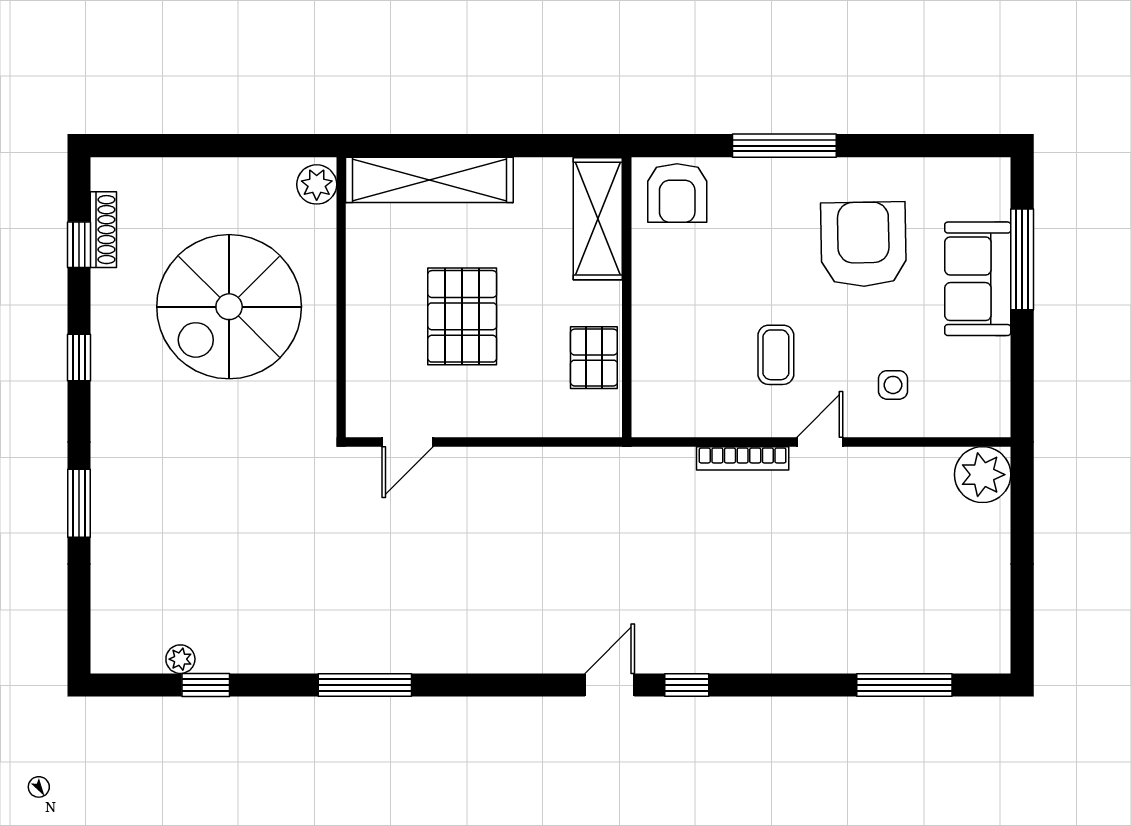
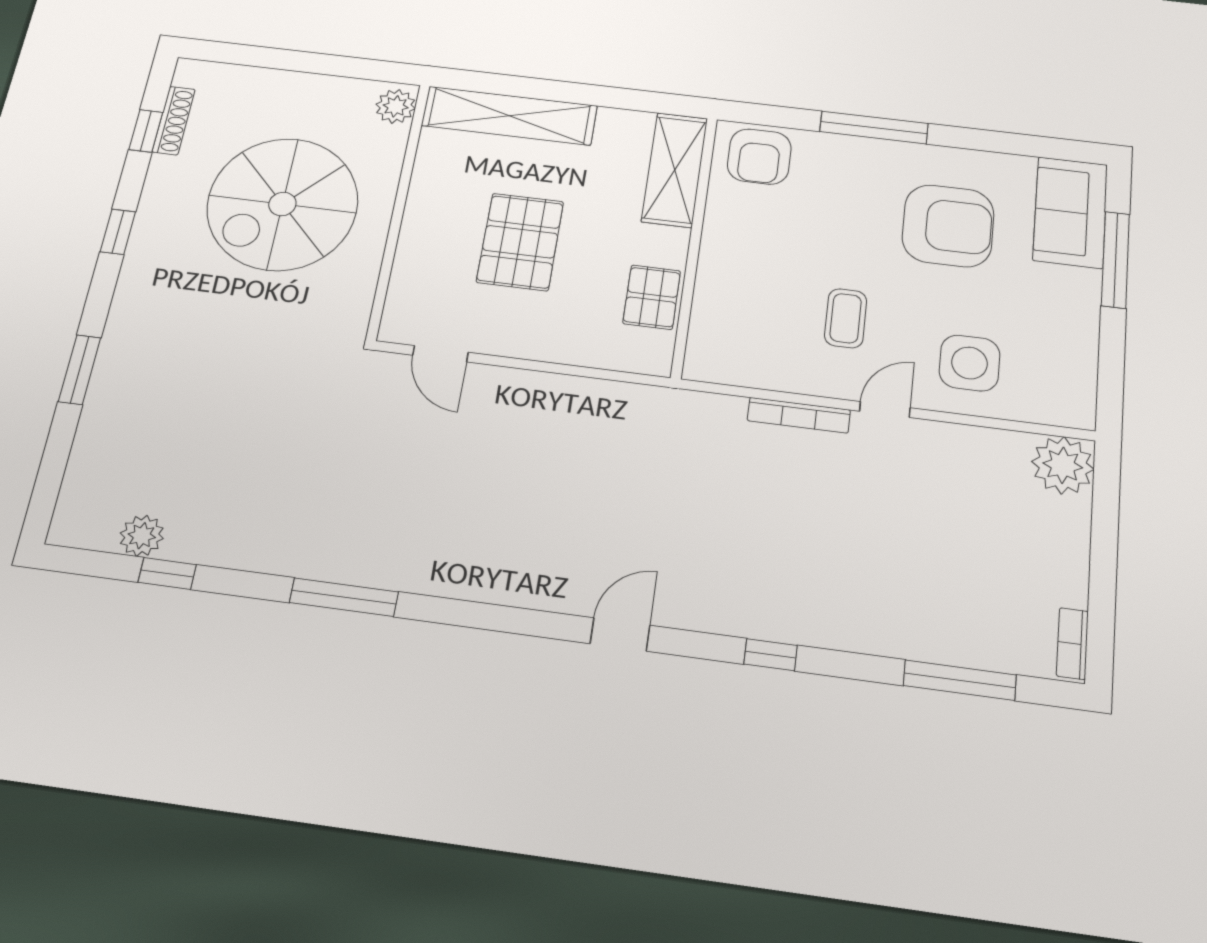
armchair: (863, 244) -> (948, 226), turned 91
sofa: (978, 279) -> (1070, 212), moved
side table: (893, 385) -> (969, 363), width x1.87, depth x1.87
door: (408, 442) -> (440, 354), hinge flipped
bookcase: (998, 639) -> (1072, 644), added
plant: (180, 659) -> (142, 536), width x1.38, depth x1.38
window: (687, 685) -> (770, 655), moved

